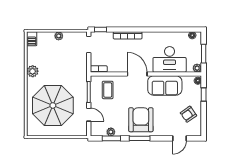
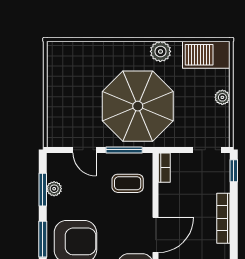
barbecue: (32, 39) -> (206, 55), width x1.88, depth x1.53
parasol: (53, 105) -> (138, 106), moved
door: (89, 115) -> (84, 150), hinge flipped

